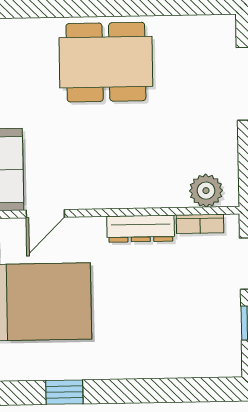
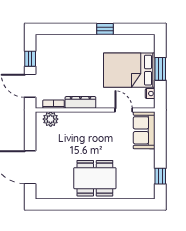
door: (45, 214) -> (124, 110), hinge flipped
window: (64, 392) -> (105, 29), moved

